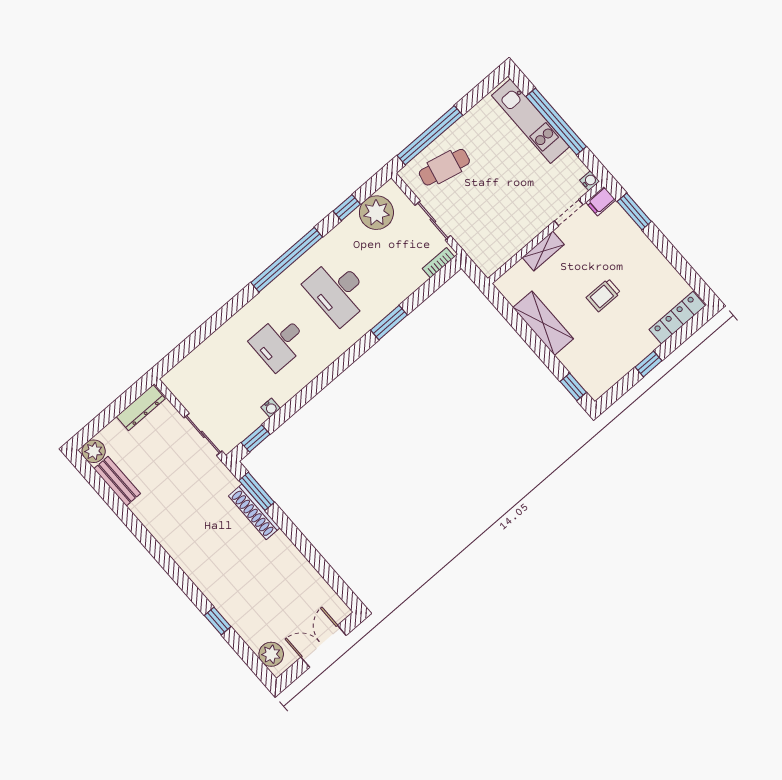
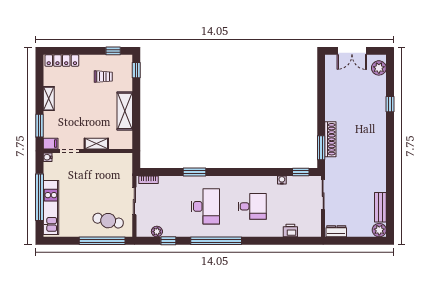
plant: (376, 213) -> (157, 232), width x0.53, depth x0.53
shelving: (652, 256) -> (49, 99), added
trolley: (603, 295) -> (103, 77), moved
printer: (205, 354) -> (290, 231), added
window: (648, 364) -> (113, 51), moved
dresser: (141, 408) -> (336, 231), width x0.70

